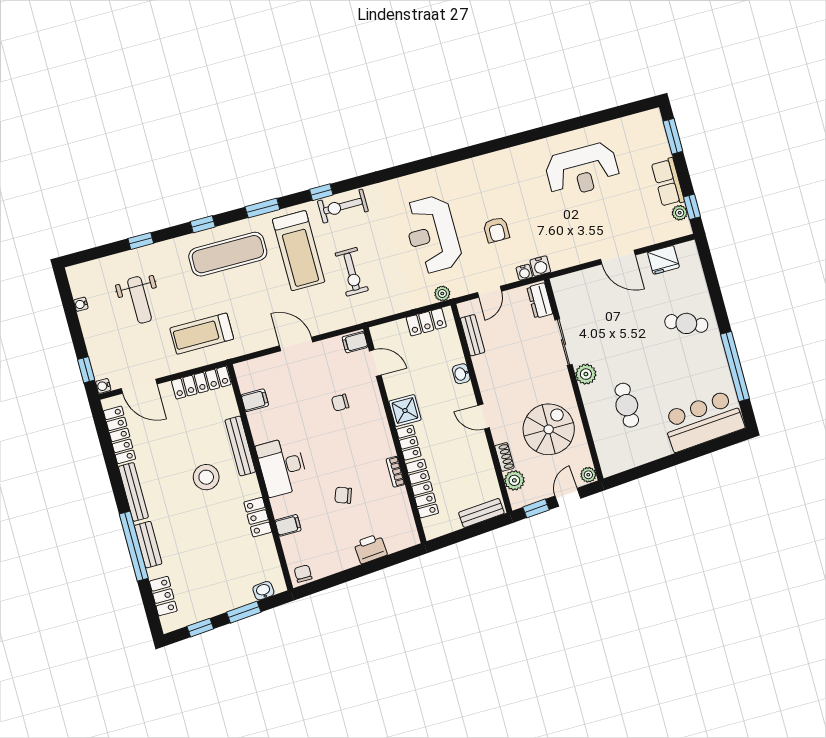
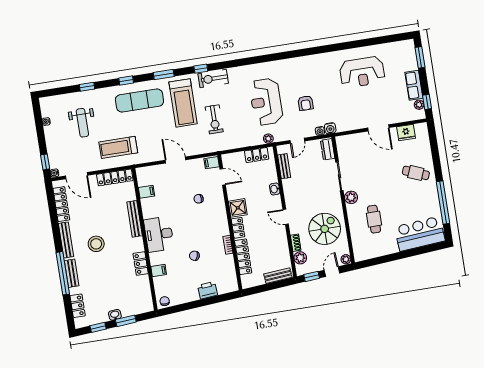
stool: (206, 477) -> (96, 244), moved
washbasin: (263, 591) -> (115, 315), moved

